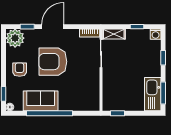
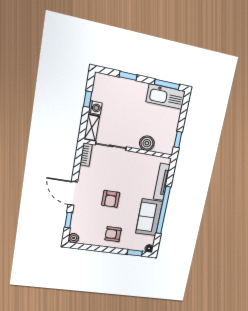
washing machine: (156, 34) -> (95, 108), moved
plant: (15, 38) -> (74, 238), width x0.53, depth x0.53
armchair: (53, 62) -> (111, 199), width x0.53, depth x0.53
boiler: (109, 85) -> (147, 143), added
tv unit: (76, 106) -> (162, 182), added

